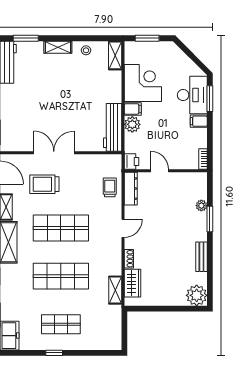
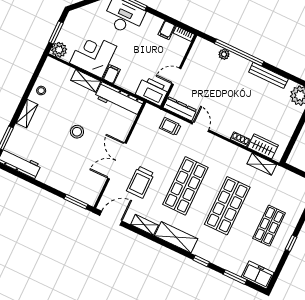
shelving: (115, 55) -> (86, 81), moved
stool: (63, 102) -> (77, 132), added
filing cabinet: (199, 121) -> (167, 30), moved
plant: (132, 124) -> (59, 50), moved
printer: (131, 161) -> (152, 91), width x1.87, depth x1.48
window: (210, 219) -> (239, 53), width x2.11
door: (123, 228) -> (201, 127), moved
bench: (201, 257) -> (268, 75), width x1.36

